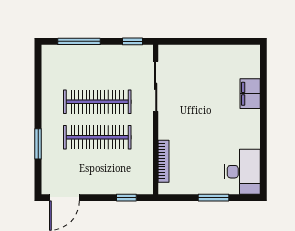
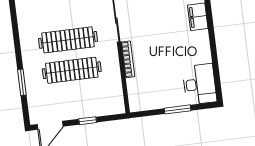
bookcase: (164, 161) -> (128, 59), moved
window: (126, 198) -> (88, 121), moved

